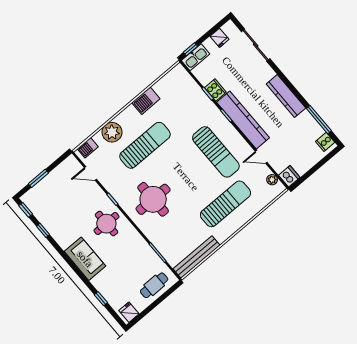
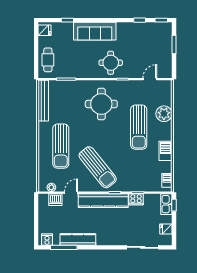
kitchen counter: (286, 96) -> (78, 239), moved
barbecue: (88, 148) -> (167, 180), moved
sun lounger: (216, 152) -> (98, 167), turned -129
dishwasher: (289, 176) -> (55, 200), moved
sofa: (85, 259) -> (95, 31), width x1.36

